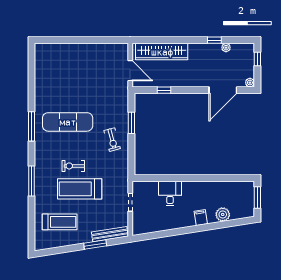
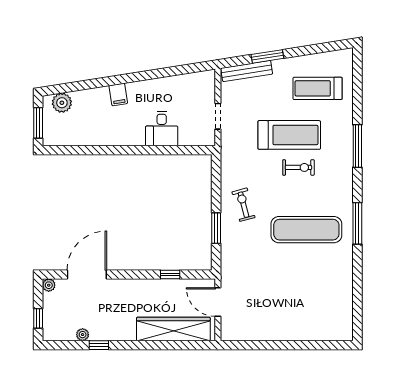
plant: (223, 214) -> (62, 103), moved

